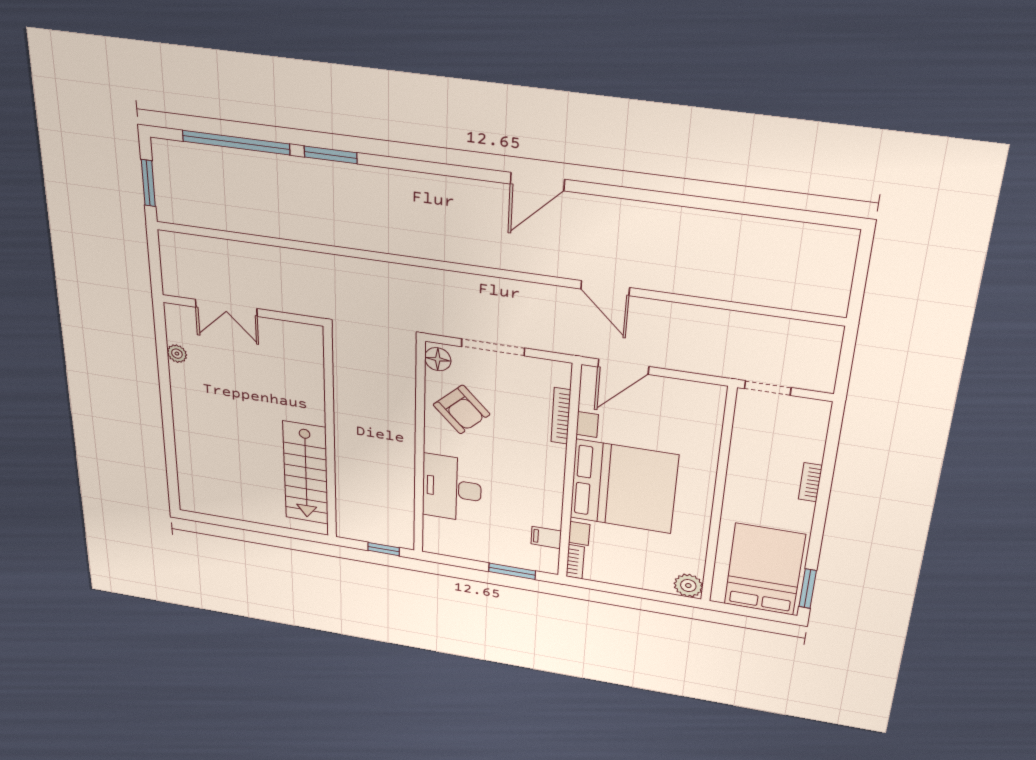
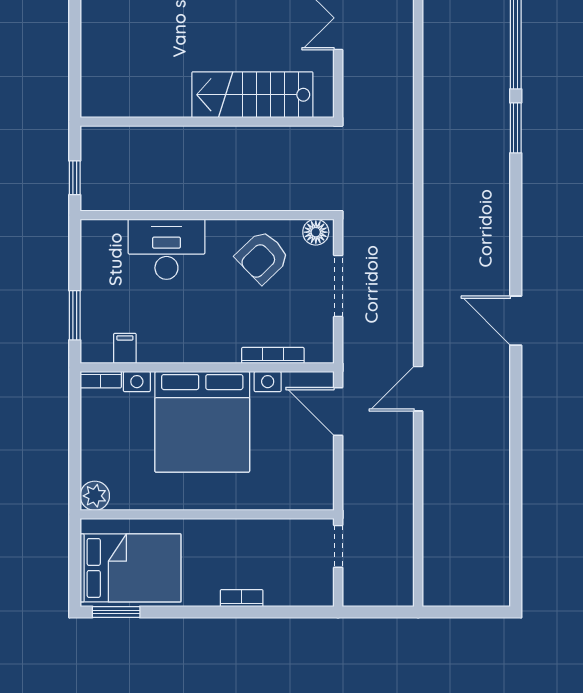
stairs: (306, 473) -> (252, 95), moved

